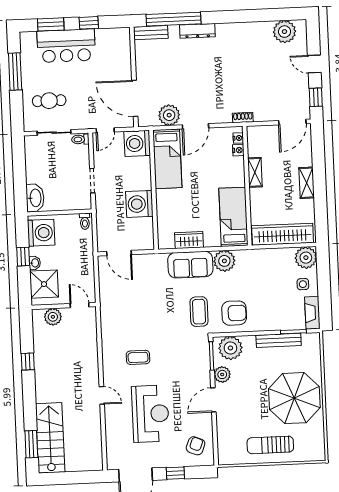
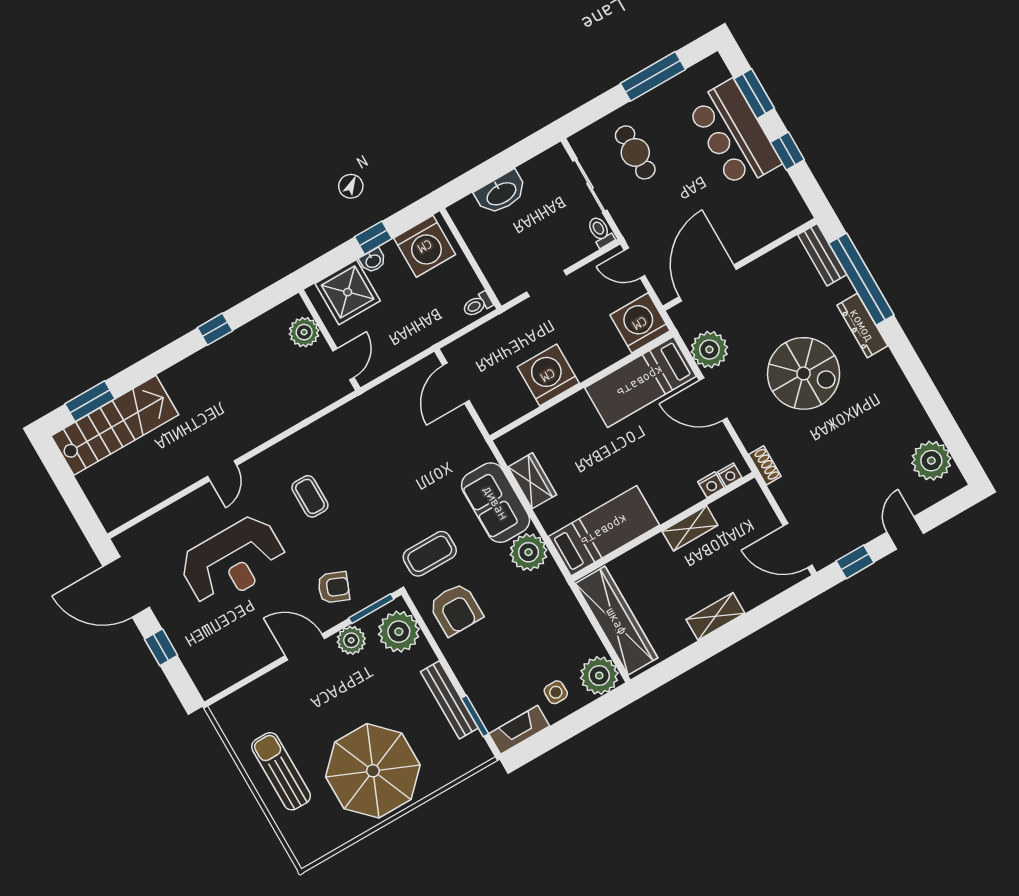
spiral stairs: (206, 74) -> (804, 373), added
washbasin: (35, 198) -> (501, 193), moved
armchair: (196, 446) -> (334, 587), moved

